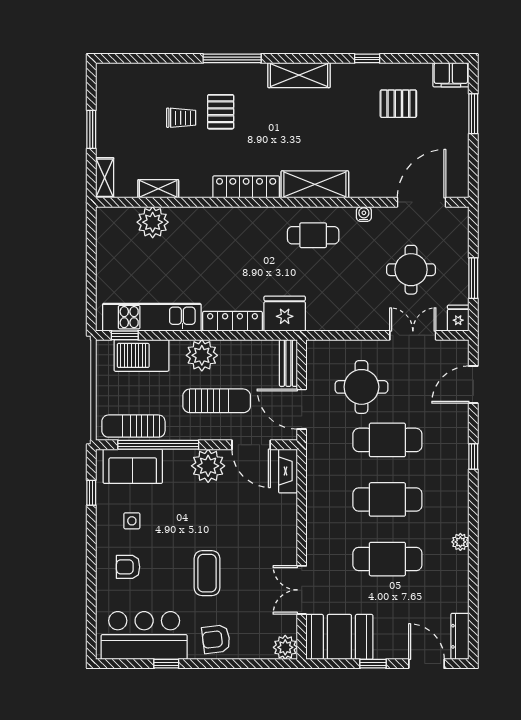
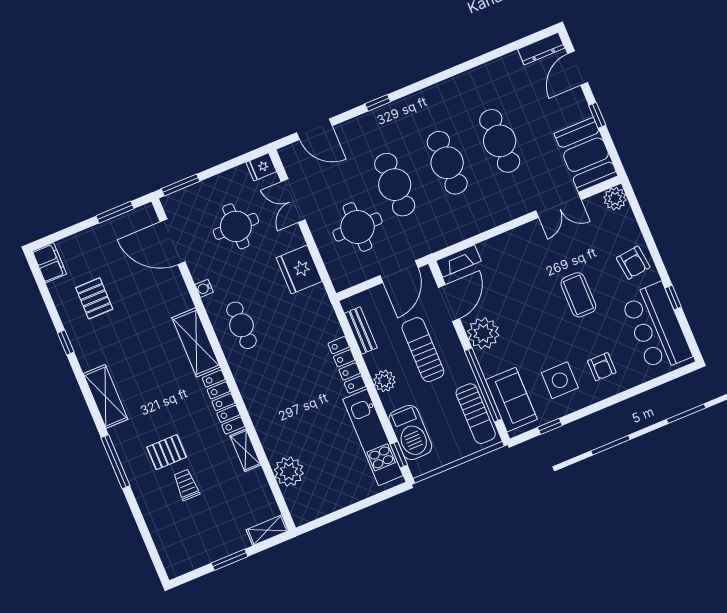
window: (473, 114) -> (115, 212), moved
shelving: (158, 189) -> (245, 450), moved
window: (473, 278) -> (180, 185), moved
fridge: (285, 314) -> (299, 270), moved
plant: (202, 355) -> (384, 381), width x0.73, depth x0.73
bench: (288, 363) -> (361, 330), moved, turned 90
side table: (132, 521) -> (560, 380), width x1.87, depth x1.87
plant: (460, 542) -> (458, 83), removed
coffee table: (207, 573) -> (578, 295), turned 90

